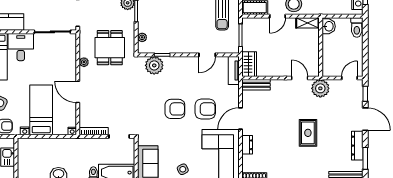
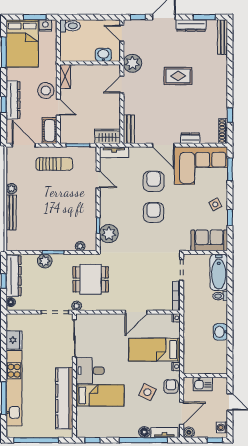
washbasin: (329, 26) -> (103, 55), moved
plant: (84, 62) -> (77, 306), moved

